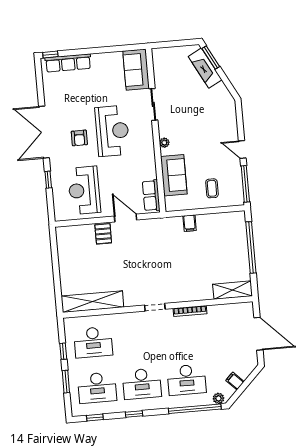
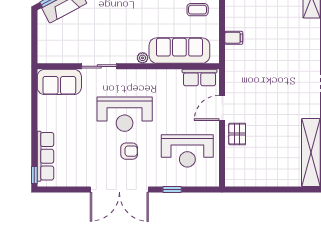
reception desk: (112, 131) -> (125, 114), turned 180
sofa: (174, 175) -> (179, 51), width x1.36
pallet: (103, 234) -> (237, 134), turned 90

